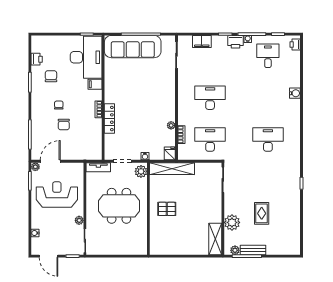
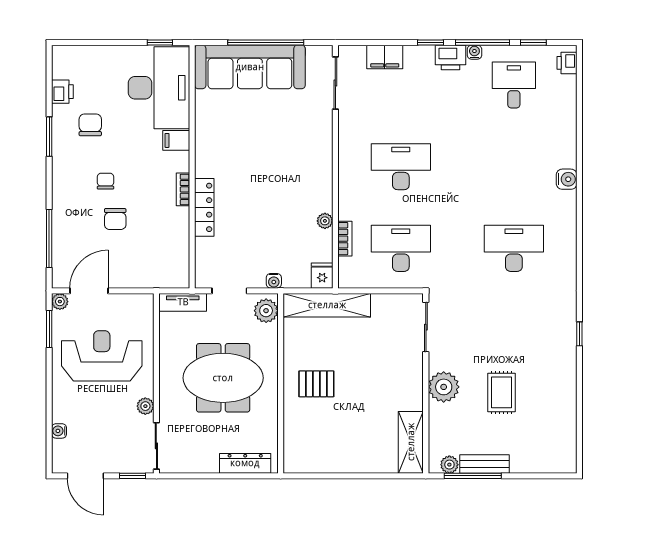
water cooler: (295, 93) -> (567, 179), moved
plant: (232, 222) -> (444, 387), moved
dresser: (130, 250) -> (245, 463), added

